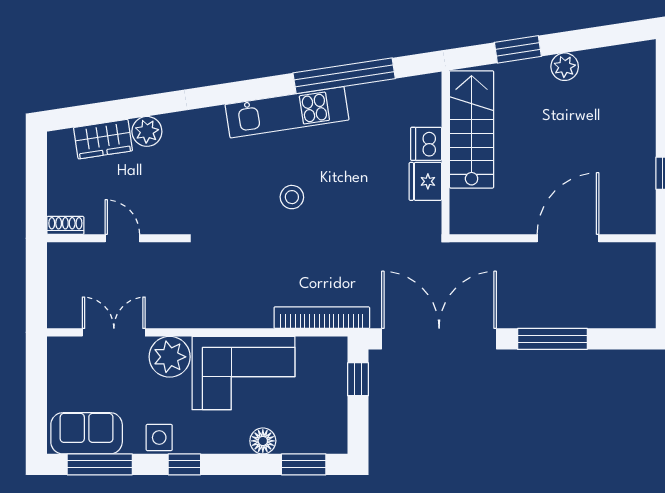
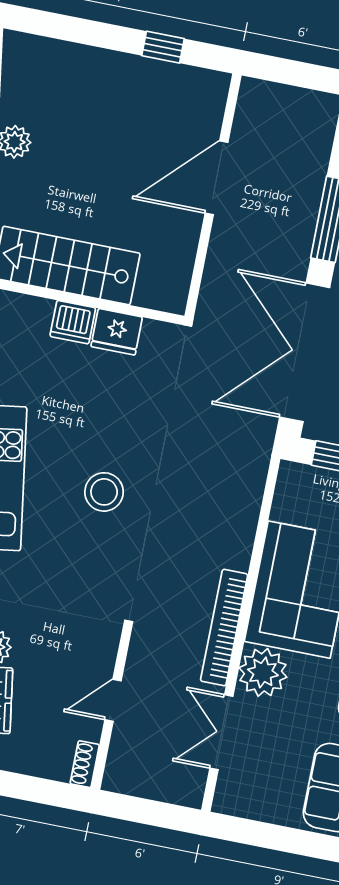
stool: (292, 197) -> (104, 492), width x1.38, depth x1.38
door: (568, 238) -> (216, 178), hinge flipped
bookcase: (322, 318) -> (224, 628), moved

